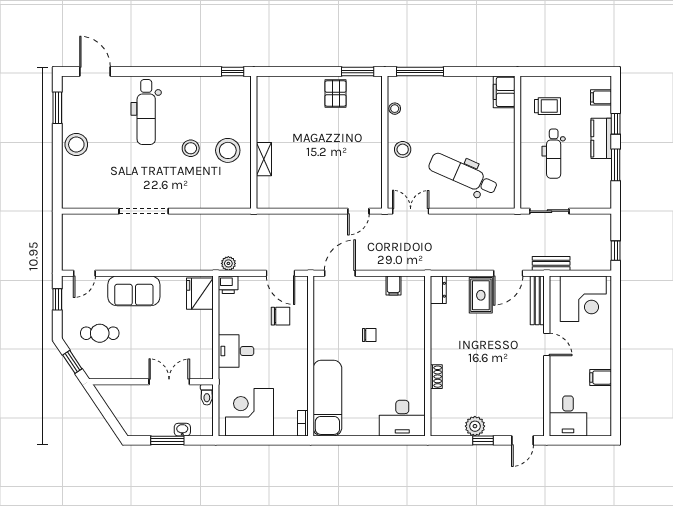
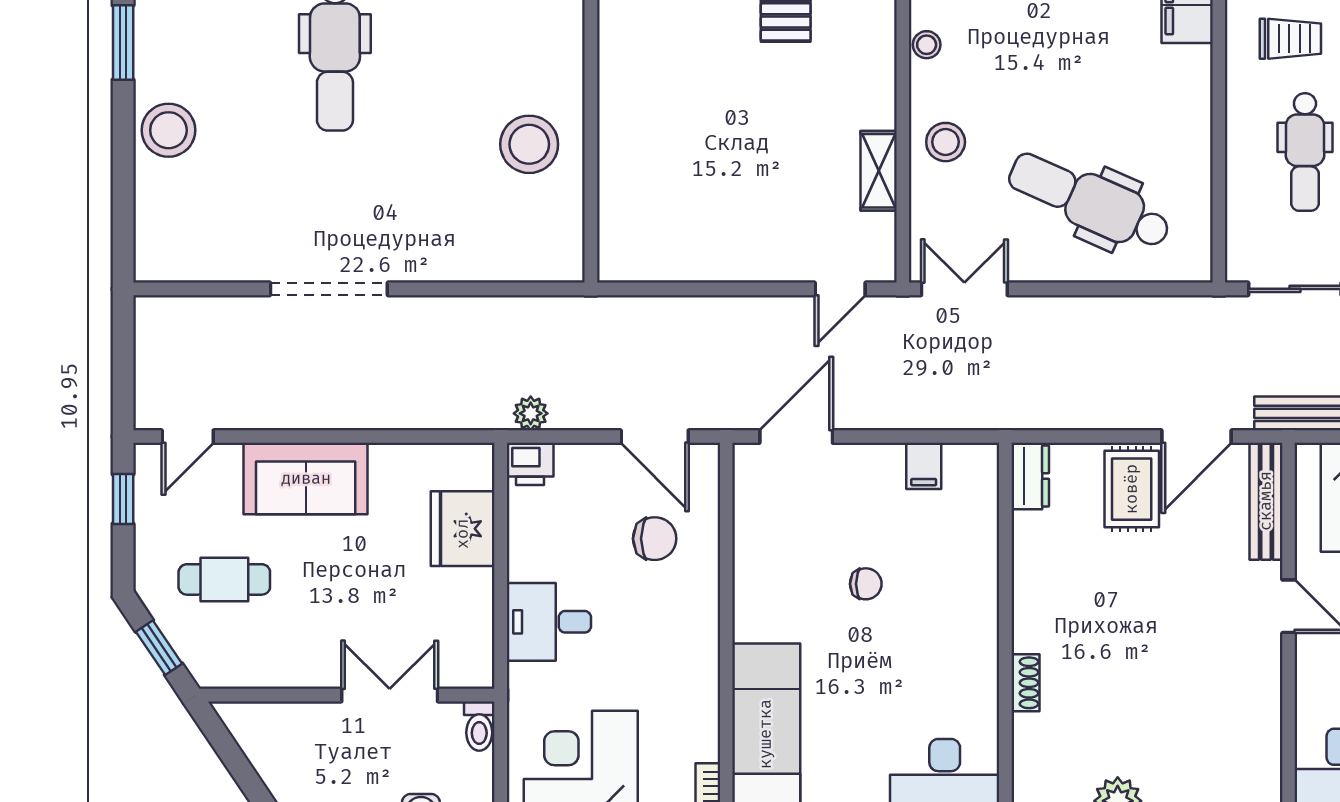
stool: (191, 148) -> (441, 139), removed
shelving: (264, 159) -> (879, 171), moved
fridge: (200, 294) -> (463, 529), moved

